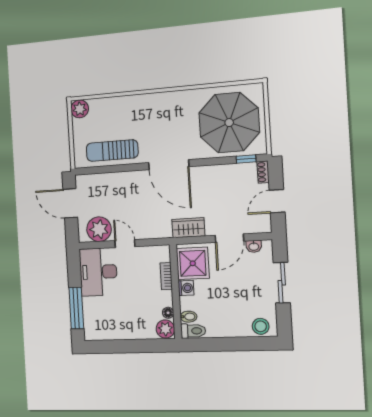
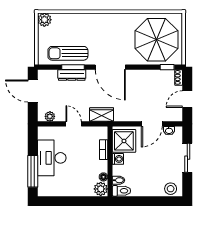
window: (120, 168) -> (73, 67), added
dresser: (119, 179) -> (72, 75), added
wardrobe: (188, 228) -> (102, 115), moved
plant: (99, 229) -> (50, 116), width x0.53, depth x0.53
desk: (98, 272) -> (52, 158), moved

